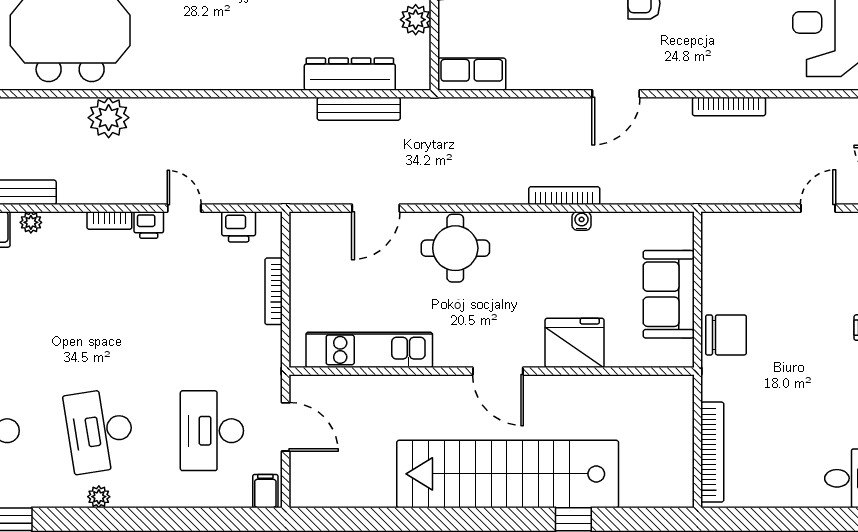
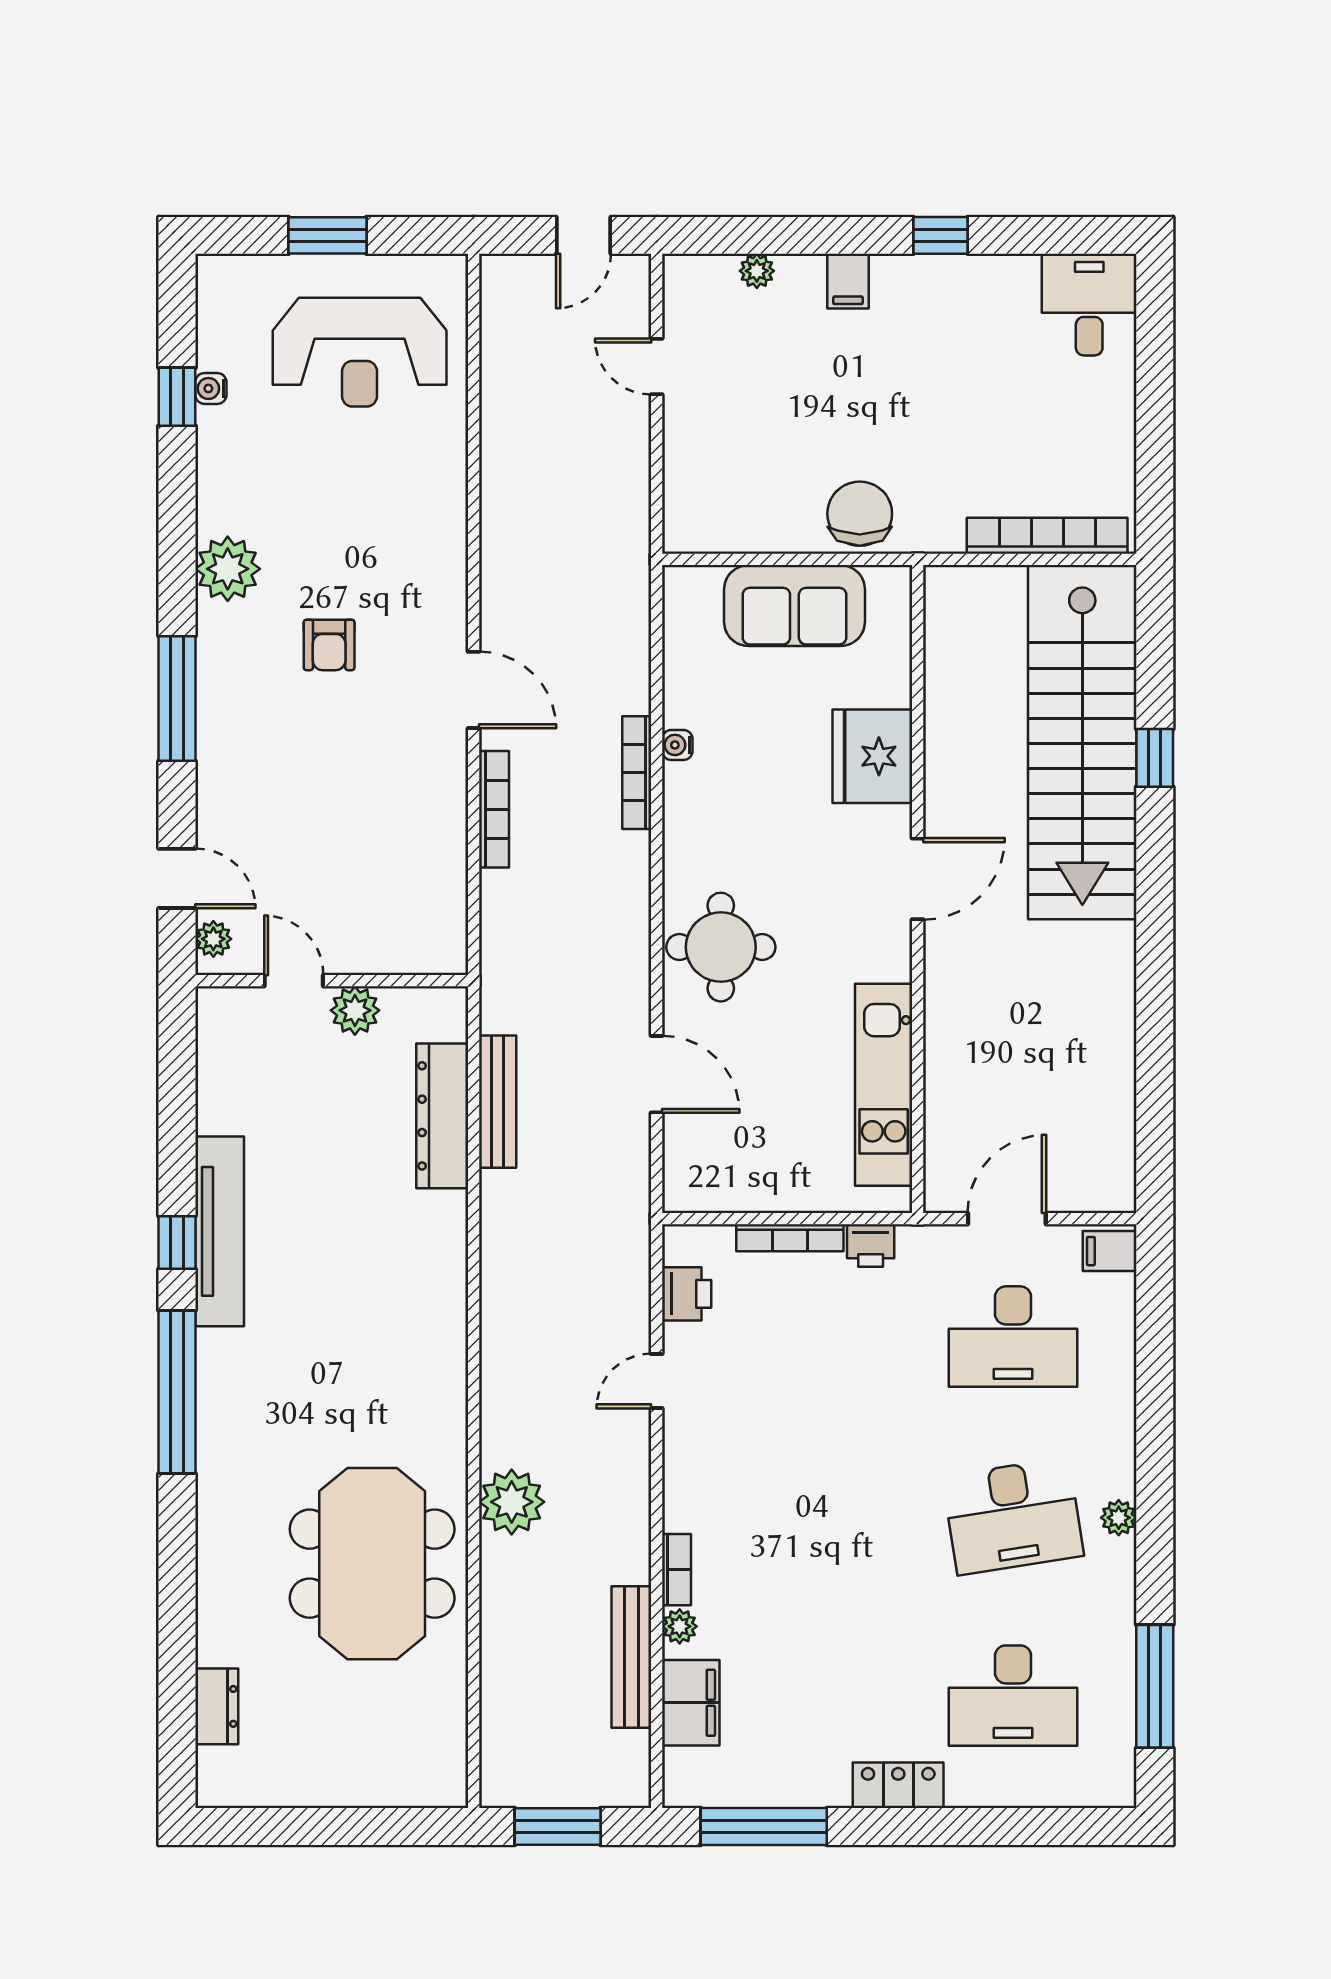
row of seats: (472, 74) -> (442, 921), removed
bookcase: (729, 107) -> (494, 809), moved
bookcase: (109, 220) -> (677, 1570), moved
printer: (149, 225) -> (871, 1246), moved, turned 90
stairs: (508, 474) -> (1082, 742), moved

